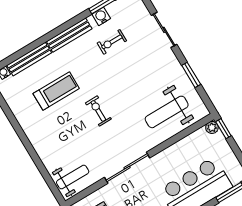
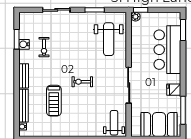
bench: (69, 35) -> (24, 76), width x0.73
treadmill: (56, 91) -> (54, 101), turned 180

